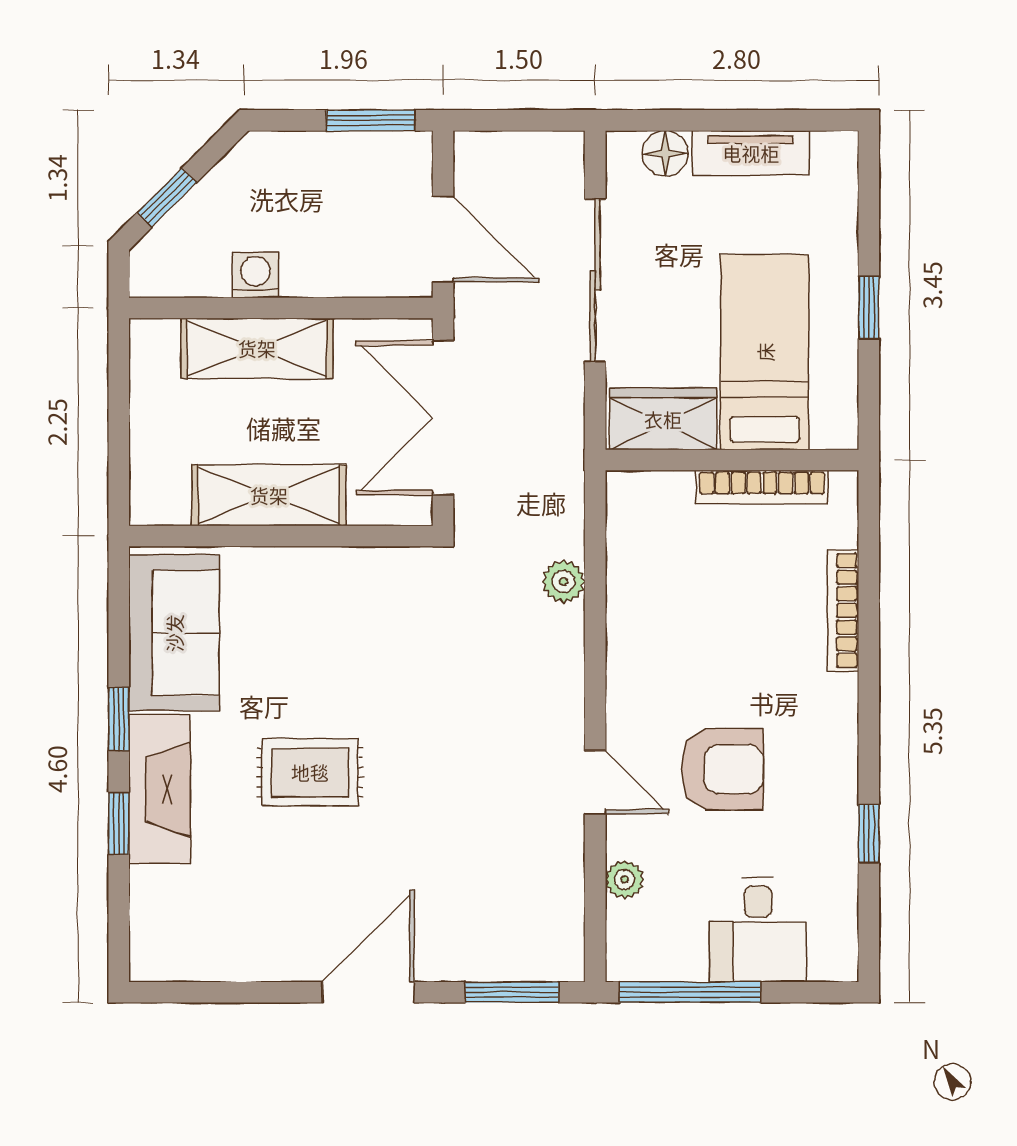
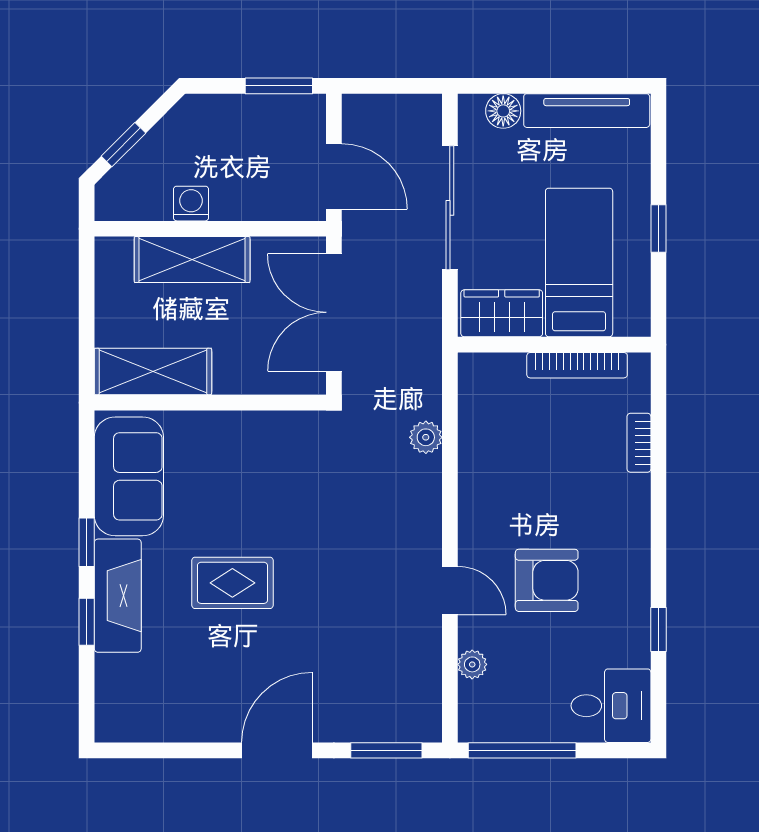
tv unit: (751, 153) -> (587, 111), width x1.41
shelving: (269, 495) -> (153, 371), moved
bookcase: (843, 611) -> (639, 443), width x0.64
desk: (758, 930) -> (611, 706), moved, turned -90

